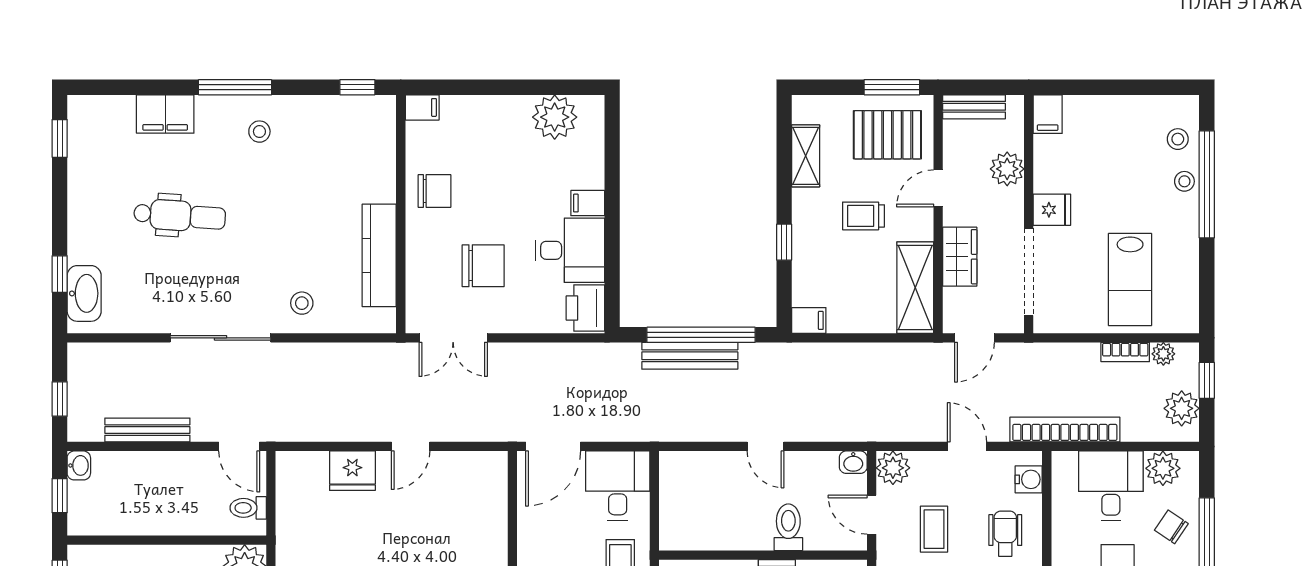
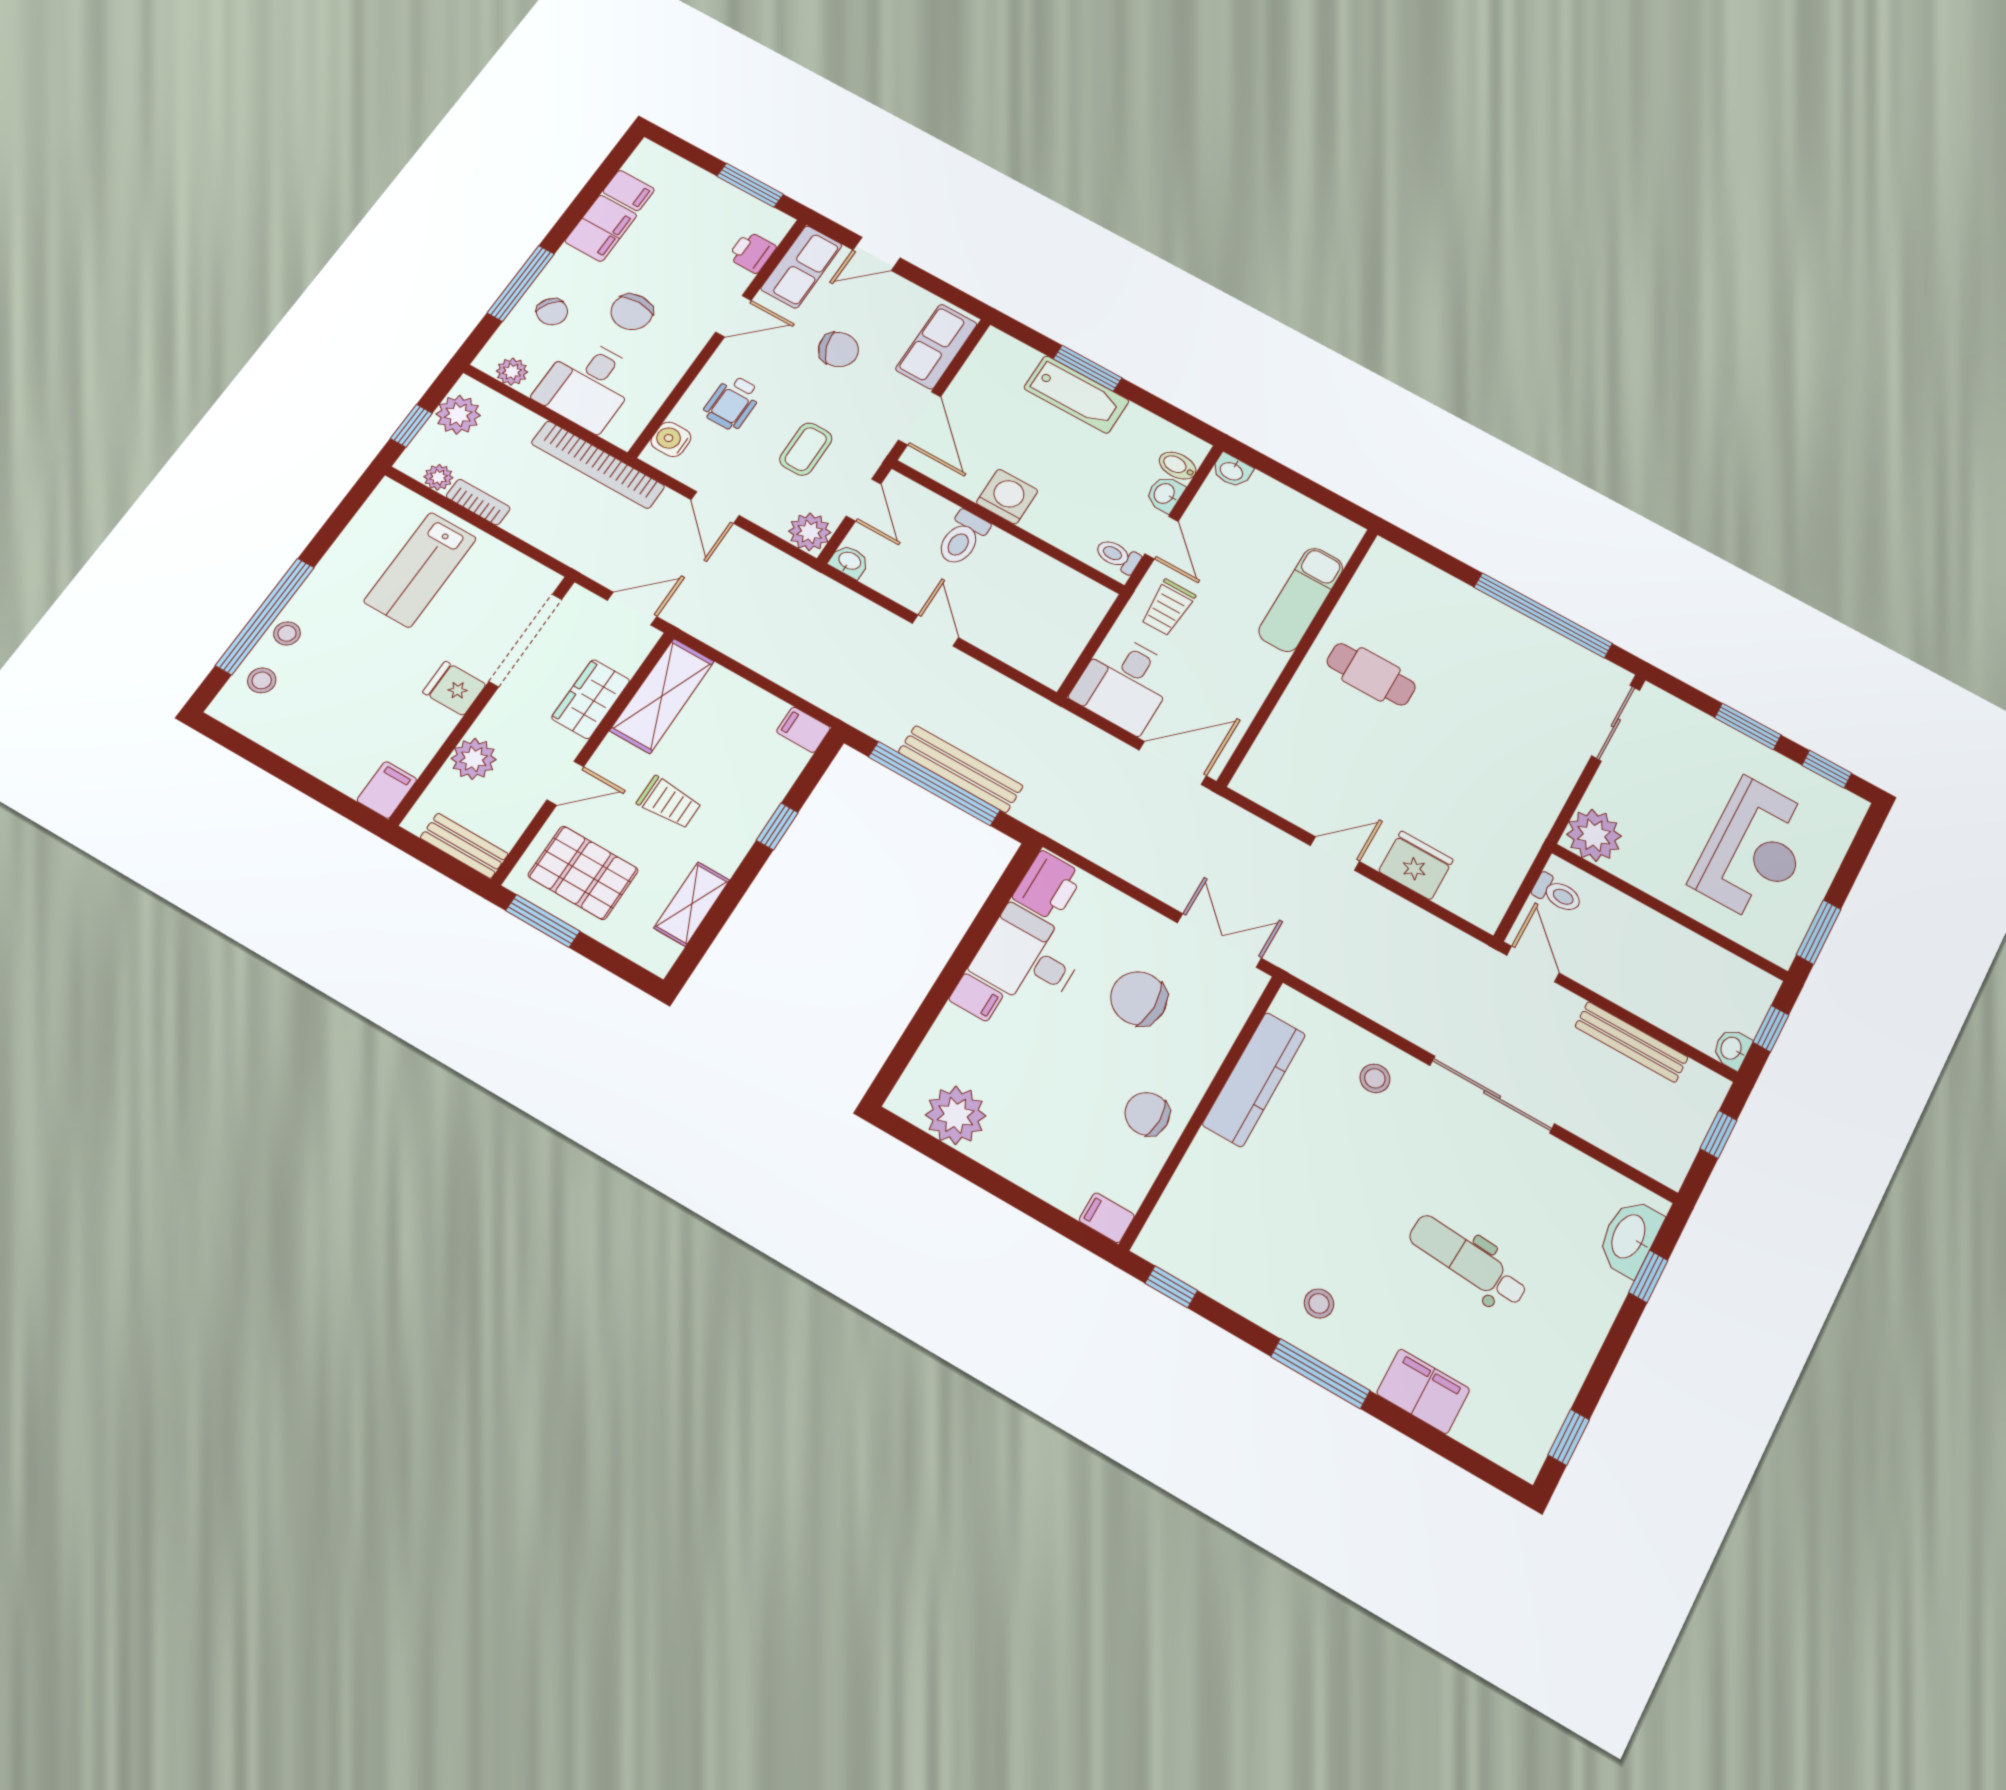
lab bench: (1130, 279) -> (420, 570), turned 180
plant: (1163, 468) -> (512, 372), width x0.73, depth x0.73

